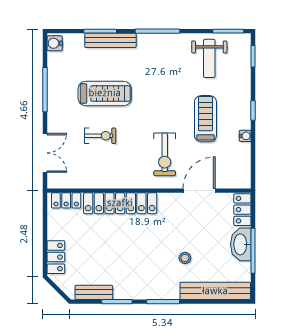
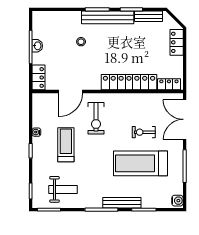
bench: (110, 40) -> (122, 203), moved
weight bench: (209, 58) -> (63, 189), turned 90
treadmill: (105, 93) -> (140, 163), width x1.37, depth x1.38
treadmill: (205, 119) -> (66, 145), turned 180
double door: (45, 153) -> (185, 119), width x1.37
exercise bike: (165, 154) -> (96, 118), turned 180
washbasin: (241, 244) -> (37, 46), width x0.52, depth x0.69
bench: (215, 291) -> (108, 17), moved

